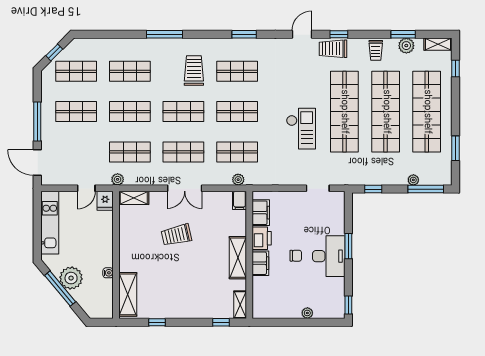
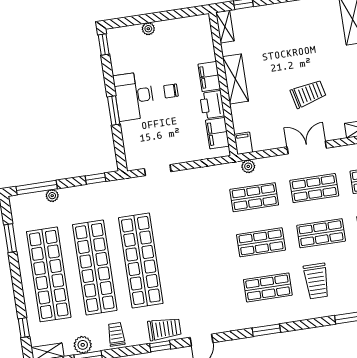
checkout: (301, 129) -> (187, 234), removed

